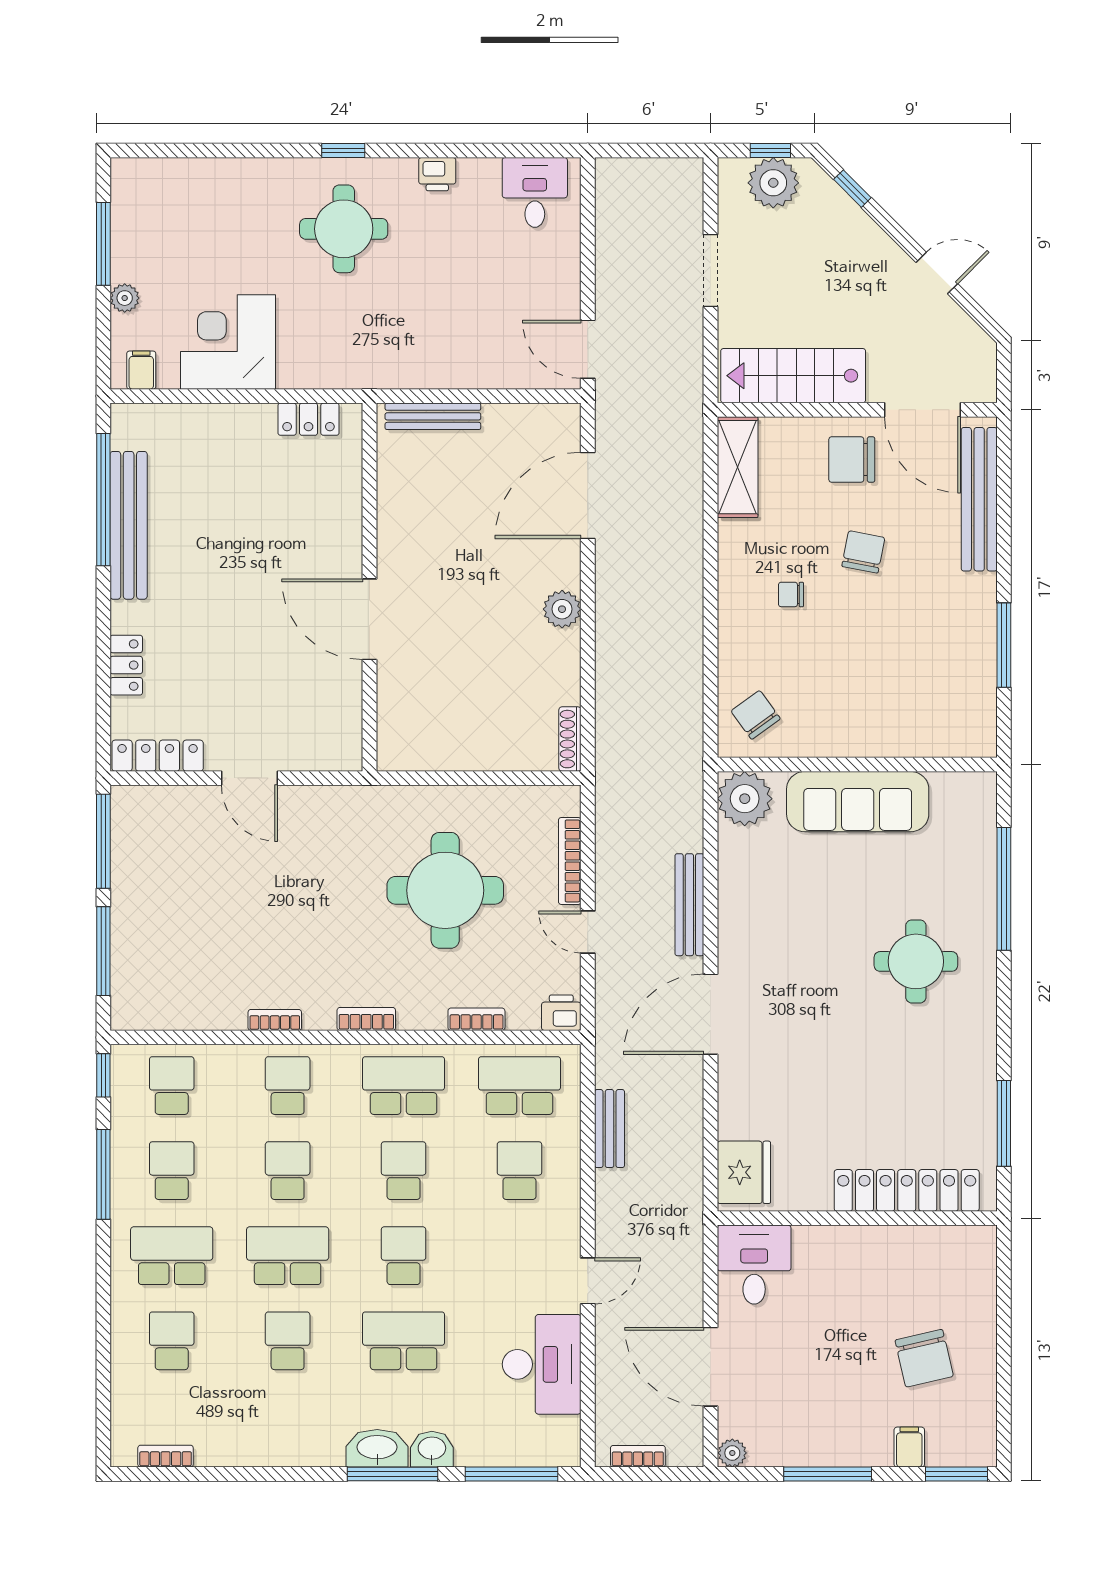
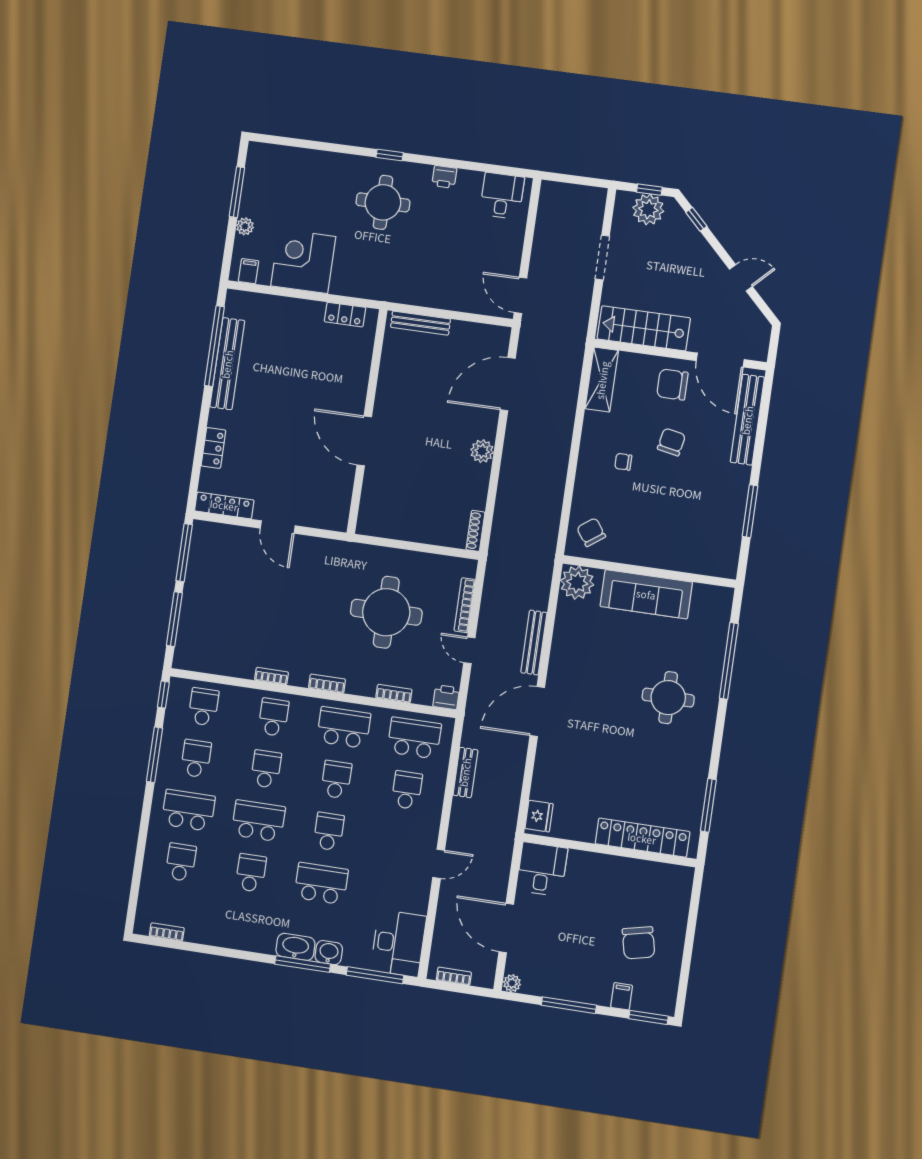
fridge: (744, 1172) -> (539, 816), width x0.73, depth x0.75
desk: (542, 1364) -> (398, 943), moved

